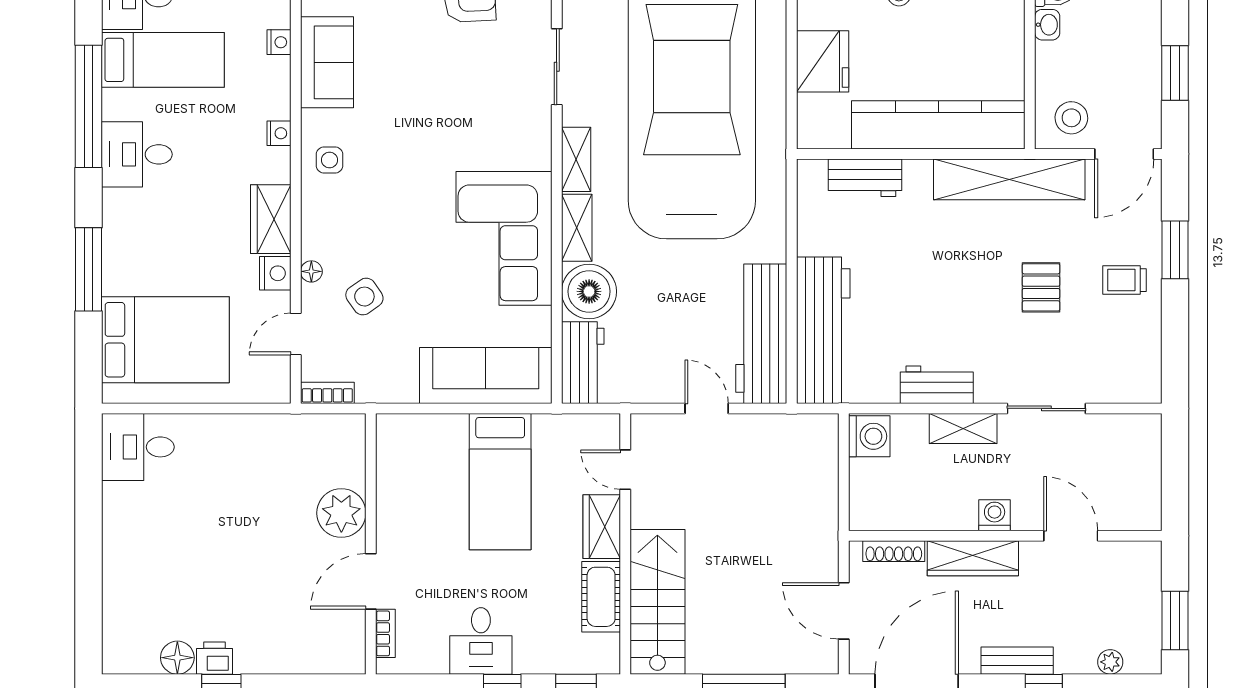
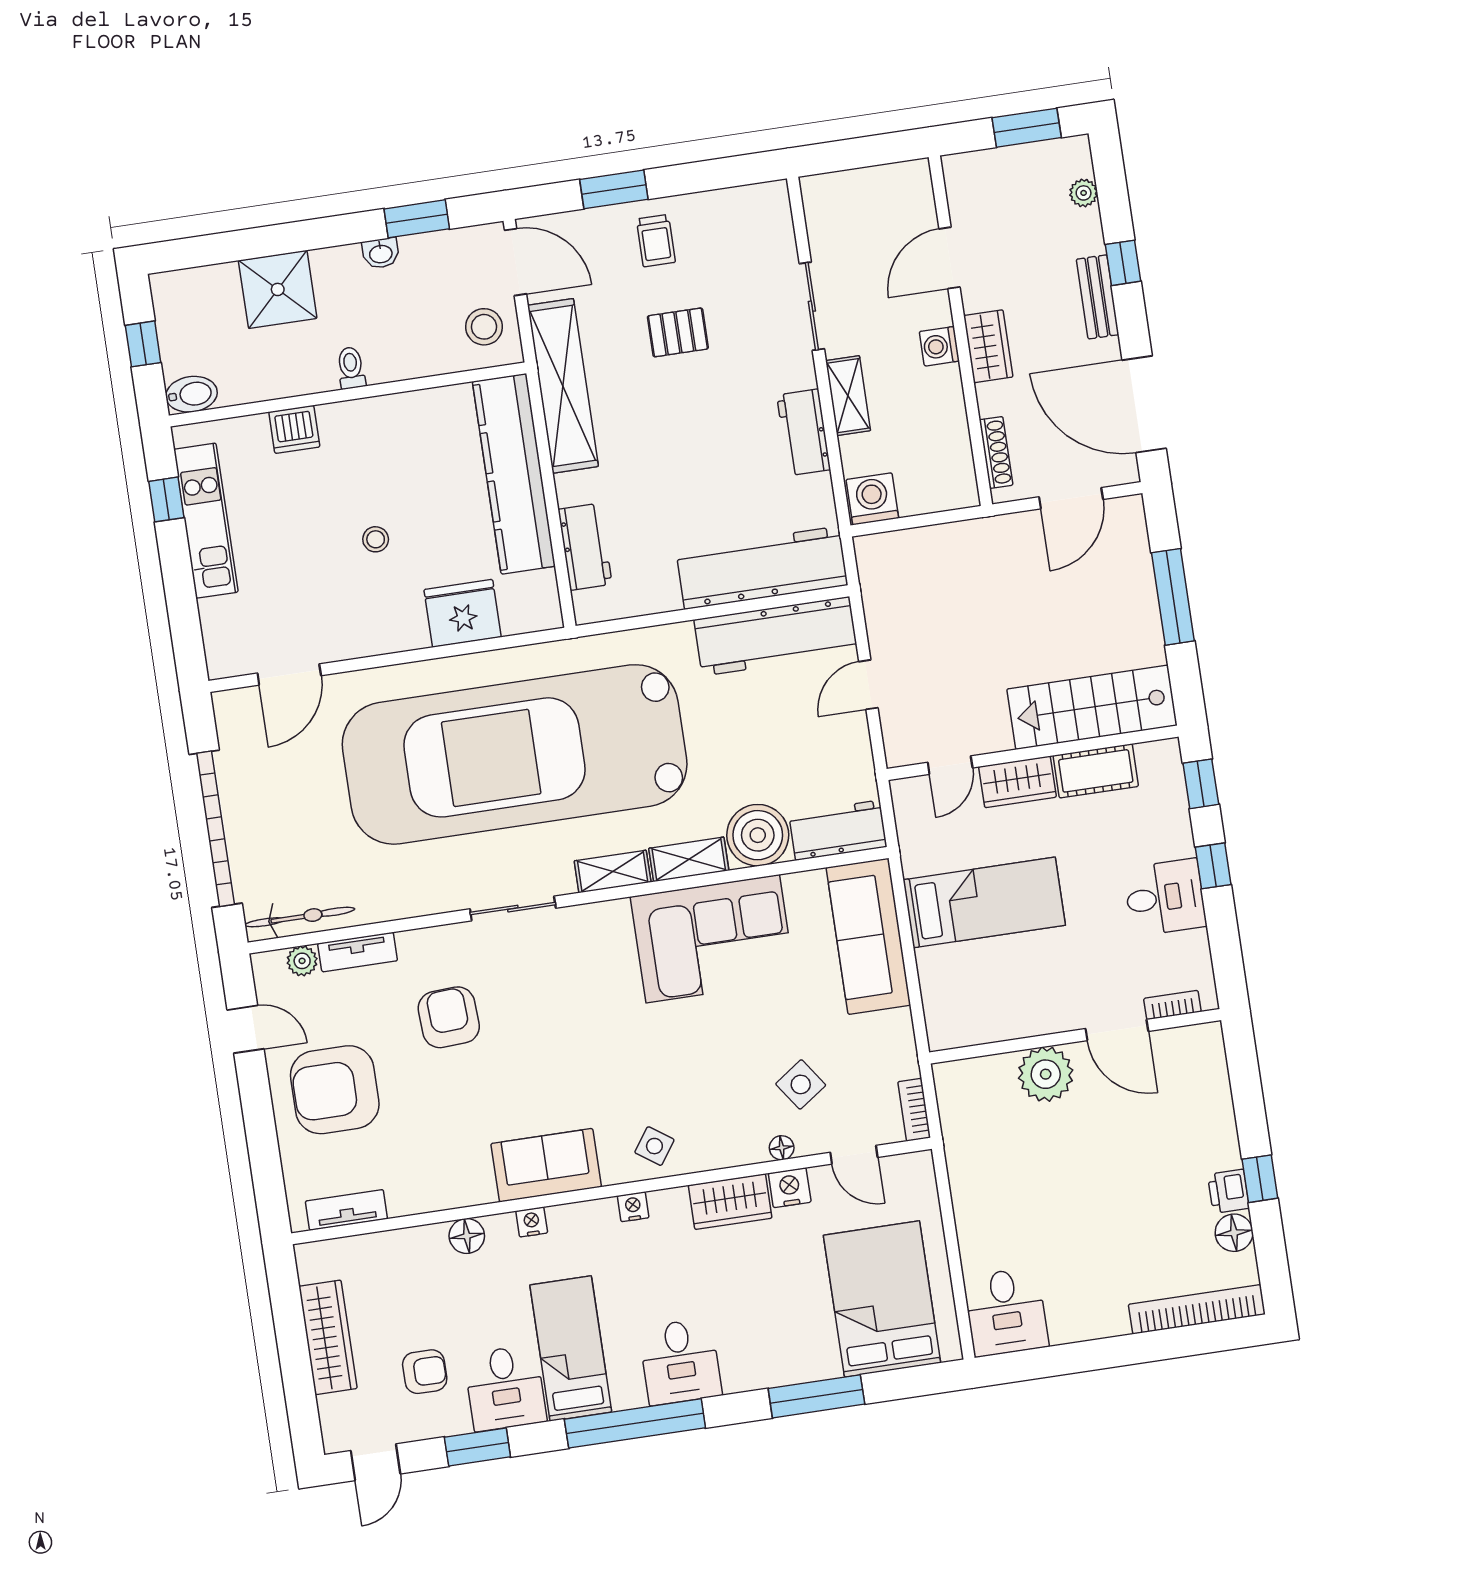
washbasin: (1047, 25) -> (381, 253), moved, turned 180
side table: (330, 160) -> (654, 1146), turned 35
wardrobe: (973, 558) -> (988, 346), width x0.67
bookcase: (115, 615) -> (1197, 1309), added

